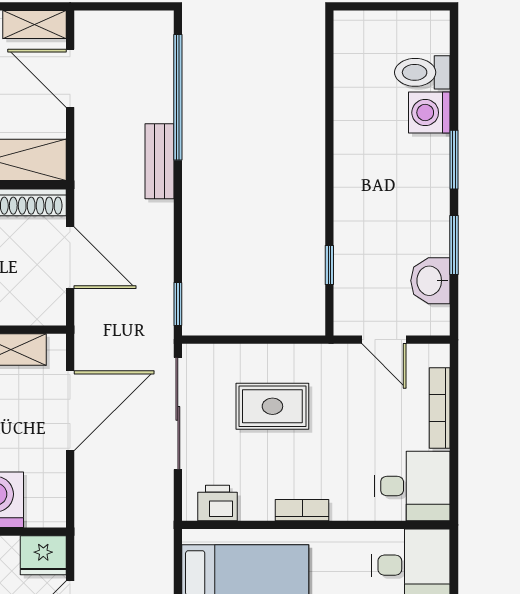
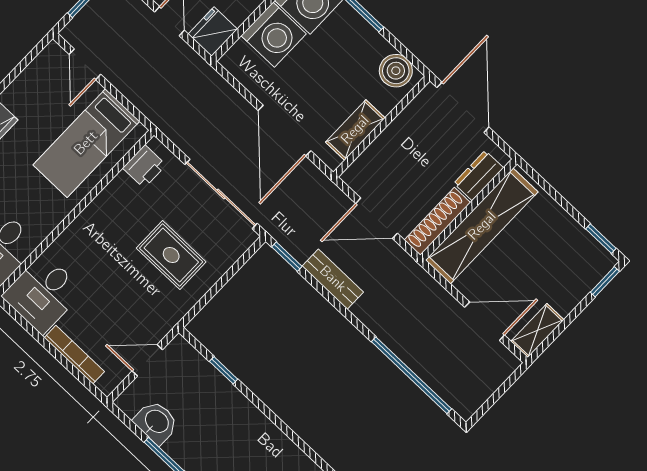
bench: (159, 161) -> (333, 279), moved
rug: (272, 406) -> (171, 255), turned 90
bookcase: (302, 510) -> (92, 213), removed

